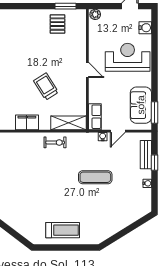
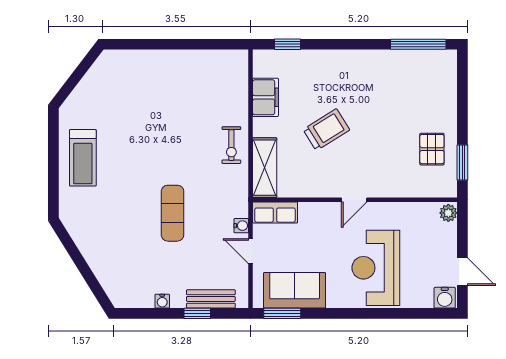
pallet: (57, 24) -> (432, 149), turned 90
water cooler: (145, 28) -> (445, 298), moved
reception desk: (128, 57) -> (376, 268), turned 180

